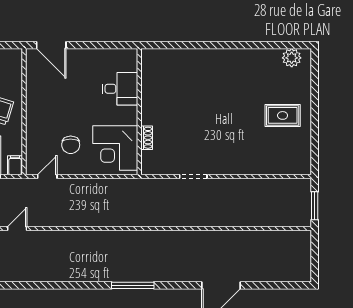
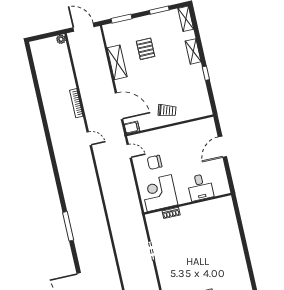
door: (51, 45) -> (222, 147), moved

